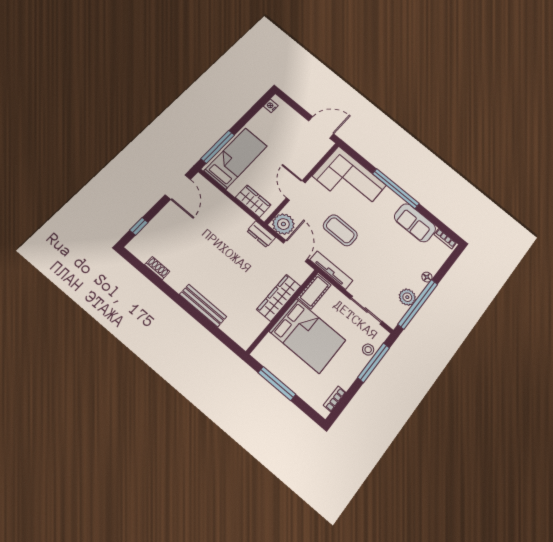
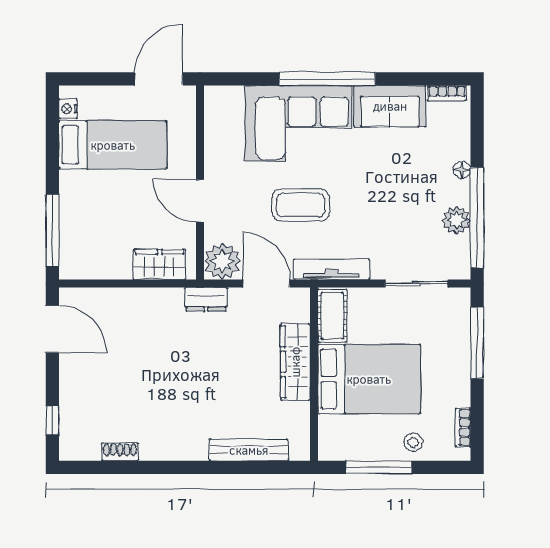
bed: (236, 158) -> (113, 145), moved, turned 90
corner sofa: (349, 181) -> (298, 124), moved
bench: (203, 305) -> (249, 450), moved
stool: (368, 350) -> (413, 442), moved

